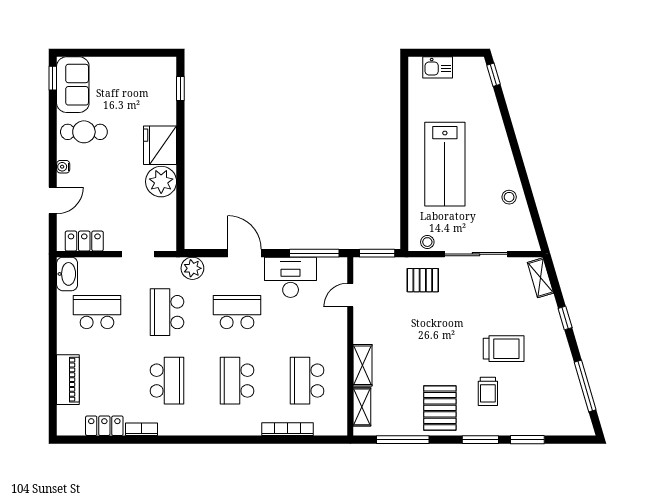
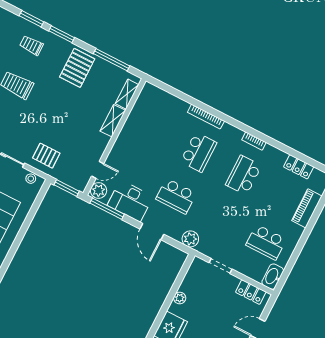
plant: (161, 182) -> (180, 298), width x0.53, depth x0.53
plant: (336, 270) -> (99, 191), added
school desk: (167, 312) -> (221, 219), removed
school desk: (307, 381) -> (154, 129), removed
trolley: (488, 391) -> (31, 45), moved, turned -90
bookcase: (141, 429) -> (254, 141), moved
bookcase: (288, 429) -> (206, 117), moved

